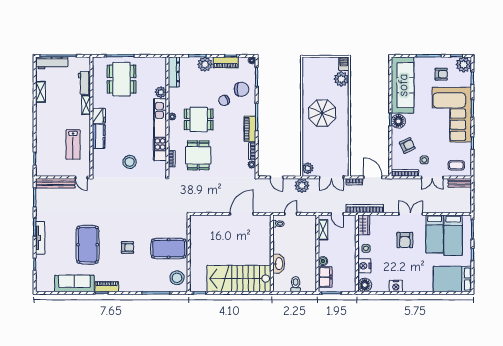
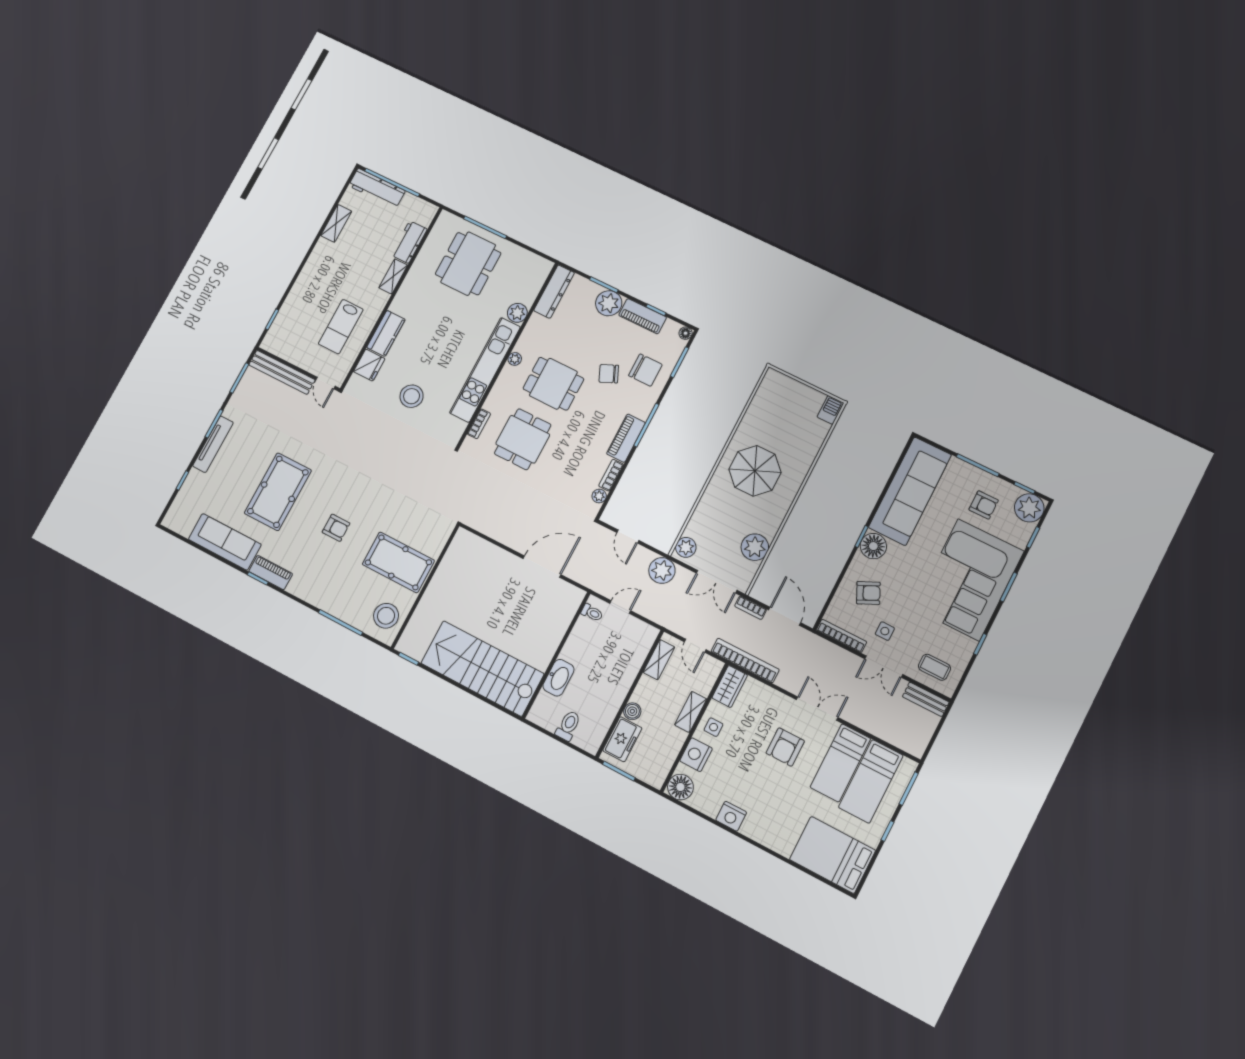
plant: (341, 79) -> (755, 547), moved
fridge: (99, 116) -> (369, 365), moved
shelving: (351, 247) -> (691, 712), added

